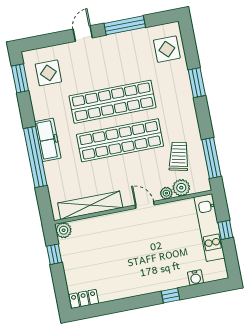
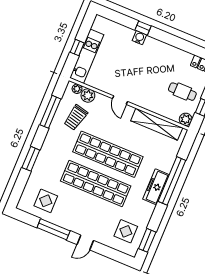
display table: (167, 49) -> (46, 201), moved
window: (211, 158) -> (50, 112), moved
plant: (166, 193) -> (77, 89), moved
cafe table: (86, 257) -> (182, 92), added
water cooler: (195, 278) -> (139, 38), moved

